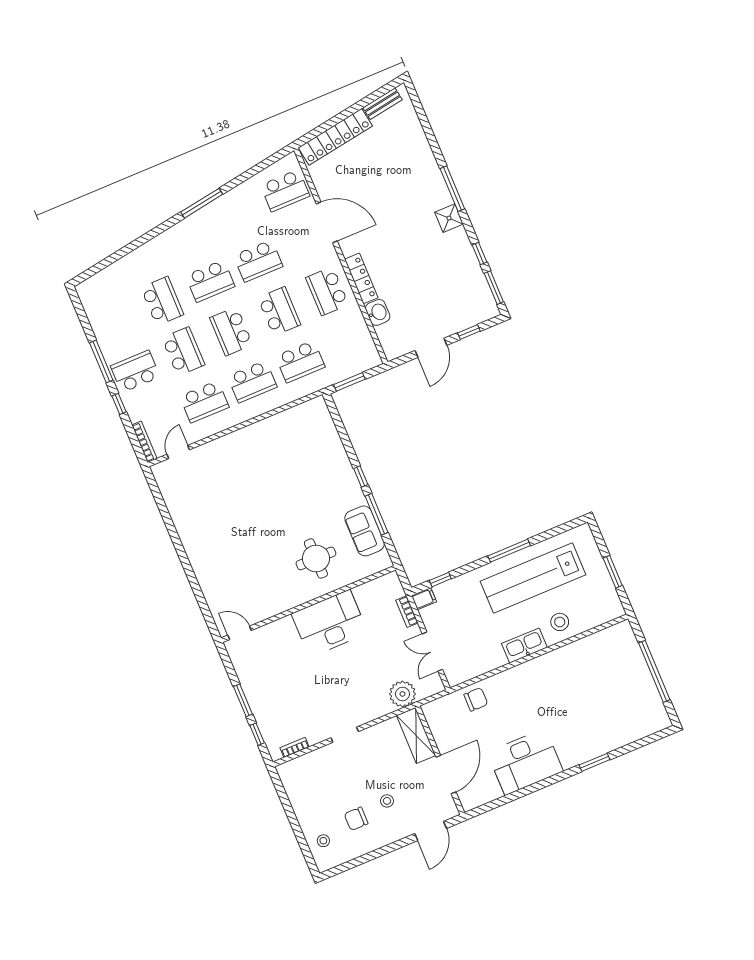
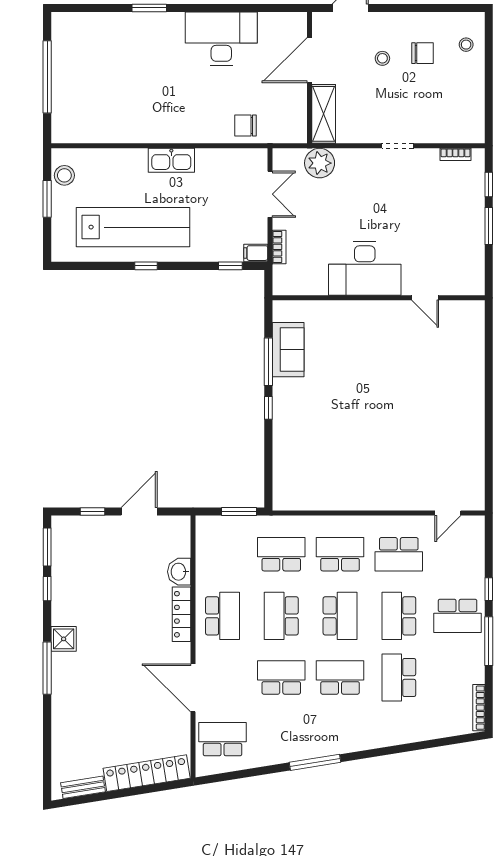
school desk: (204, 402) -> (399, 554), turned 180
bookcase: (144, 442) -> (479, 708), moved
window: (509, 551) -> (146, 266), width x0.46
round table: (316, 558) -> (351, 342), removed
stool: (560, 622) -> (64, 175), moved
door: (240, 633) -> (425, 298), moved

